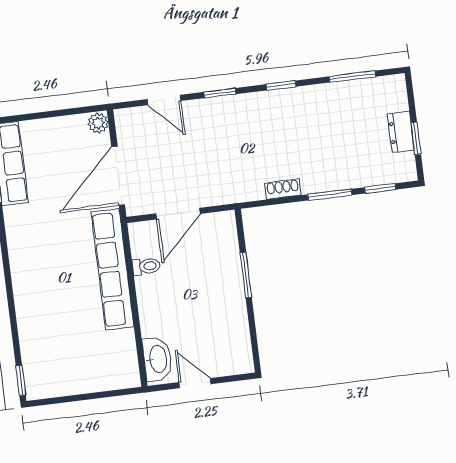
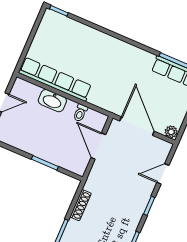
shoe rack: (283, 189) -> (81, 205), width x1.43
row of seats: (112, 269) -> (55, 79), moved
washbasin: (157, 359) -> (52, 101), moved

